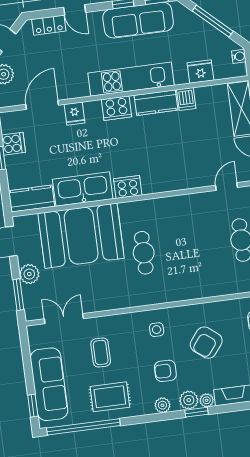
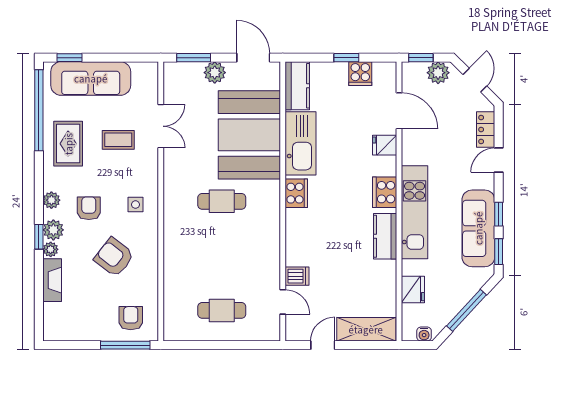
dishwasher: (186, 99) -> (297, 276), moved, turned 180
double door: (64, 319) -> (161, 126), moved

